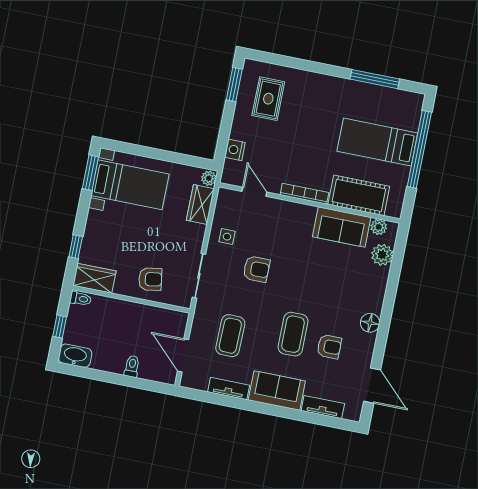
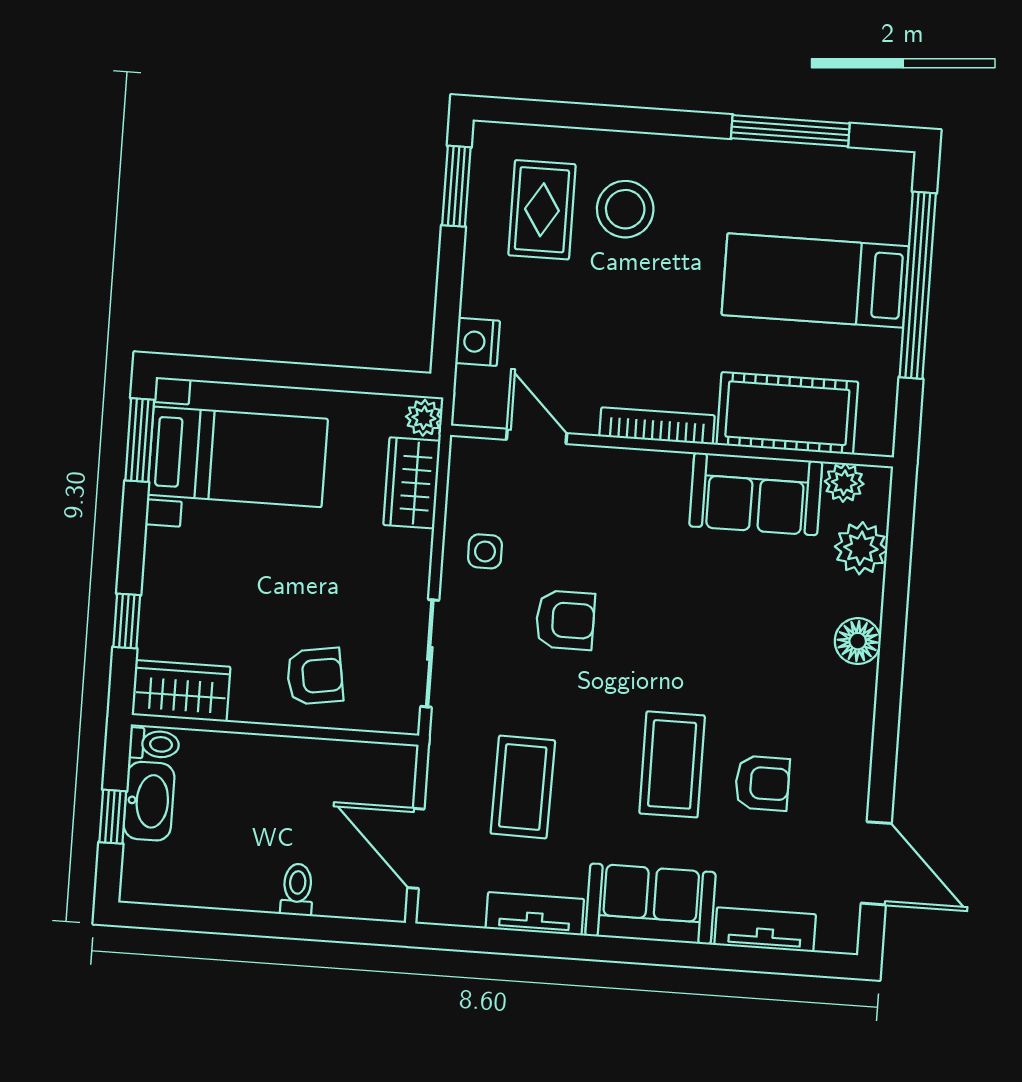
stool: (303, 103) -> (625, 209), added
floor lamp: (370, 323) -> (858, 641), moved
washbasin: (75, 356) -> (149, 801), moved, turned 90

